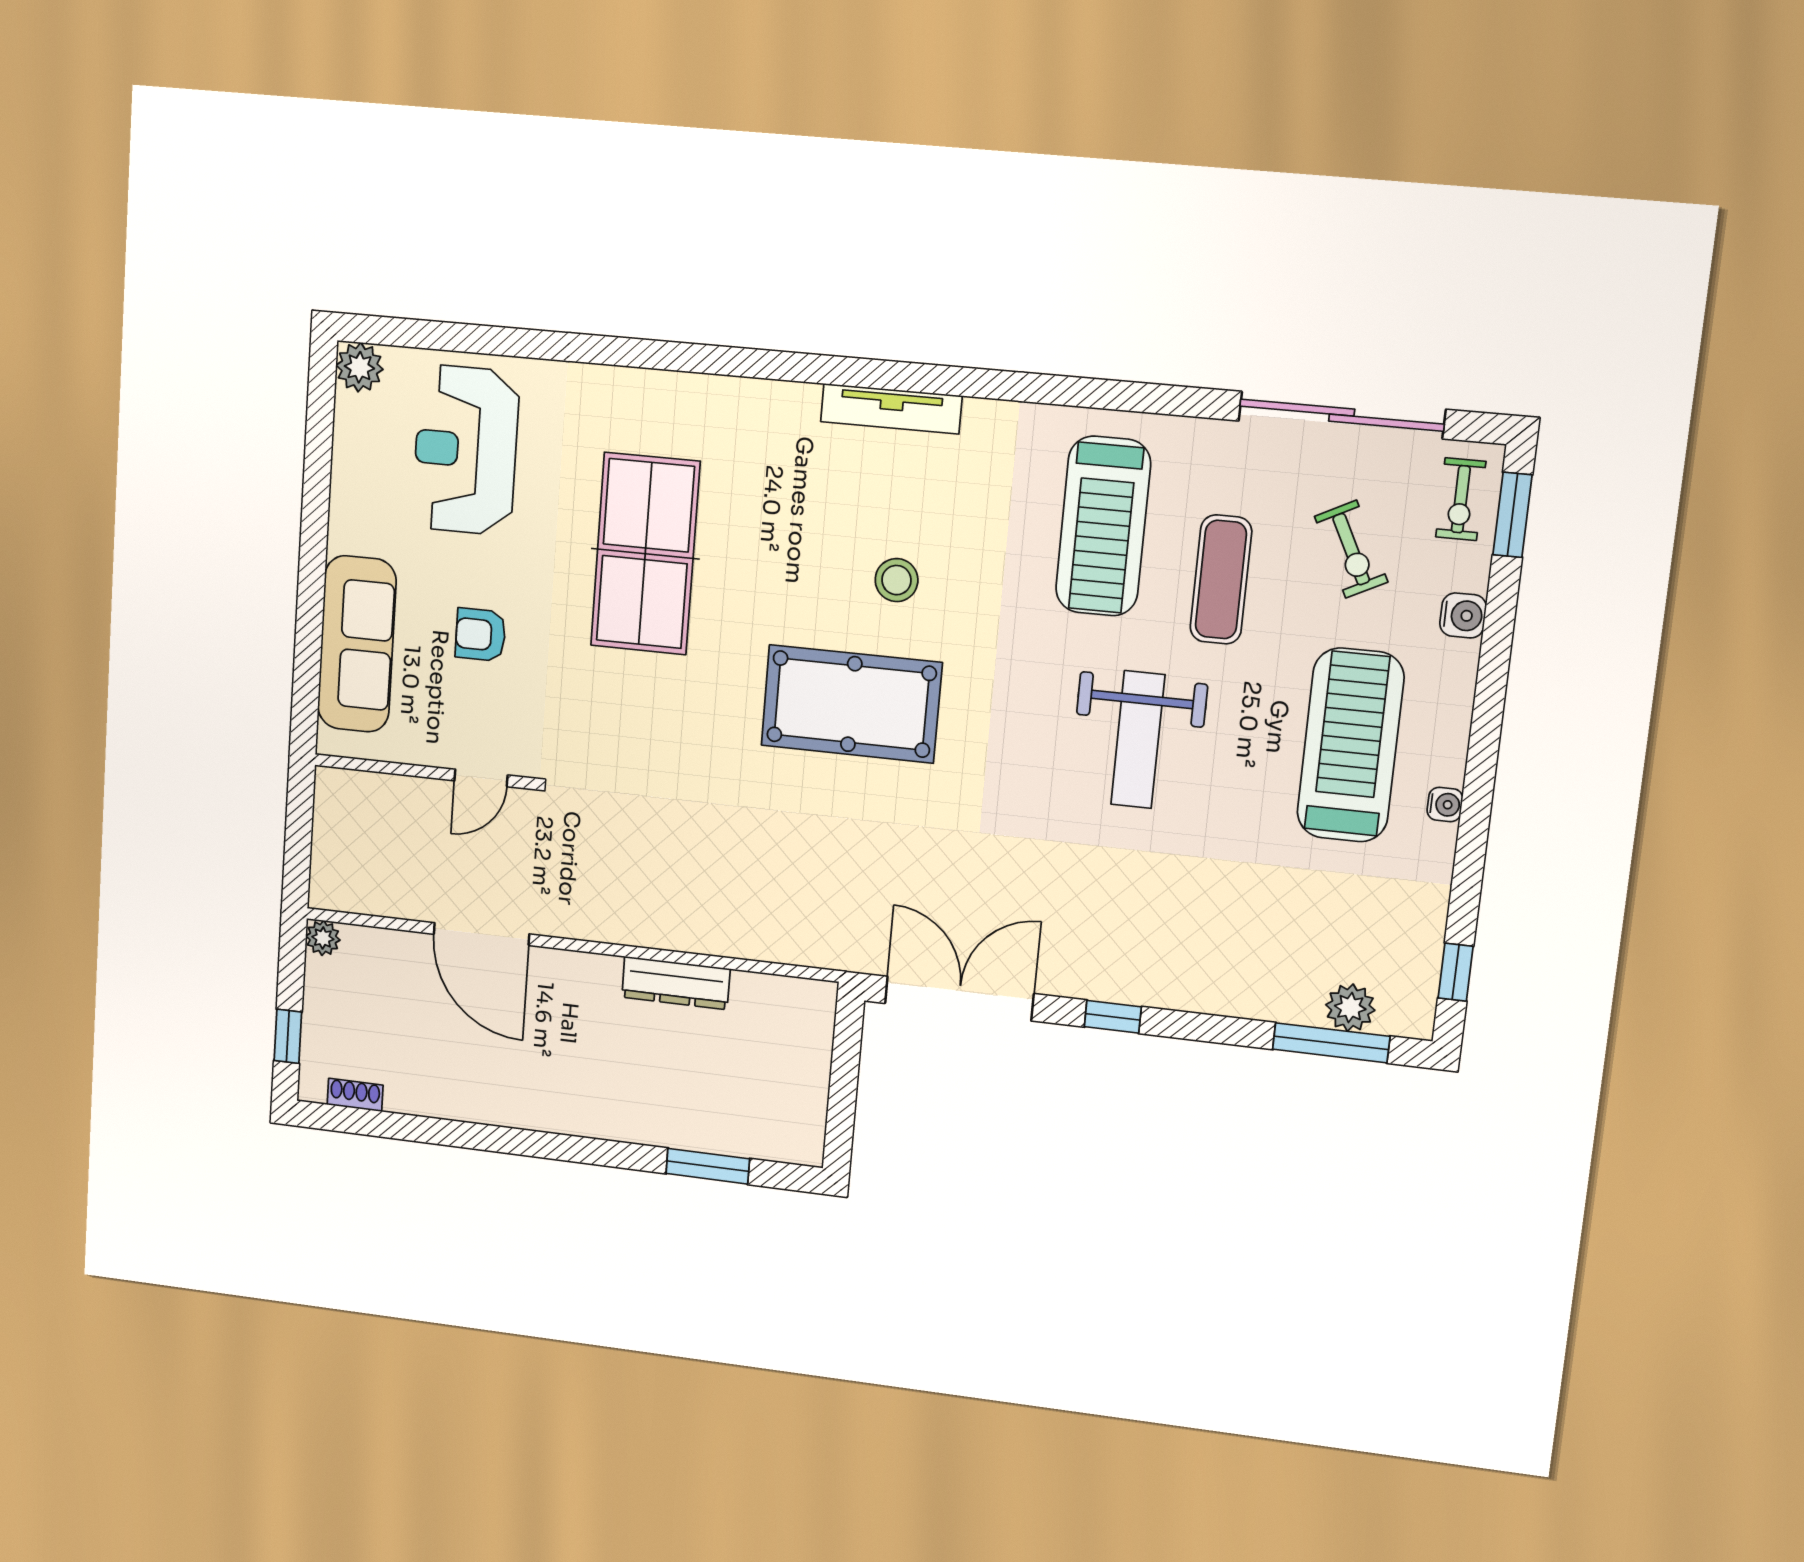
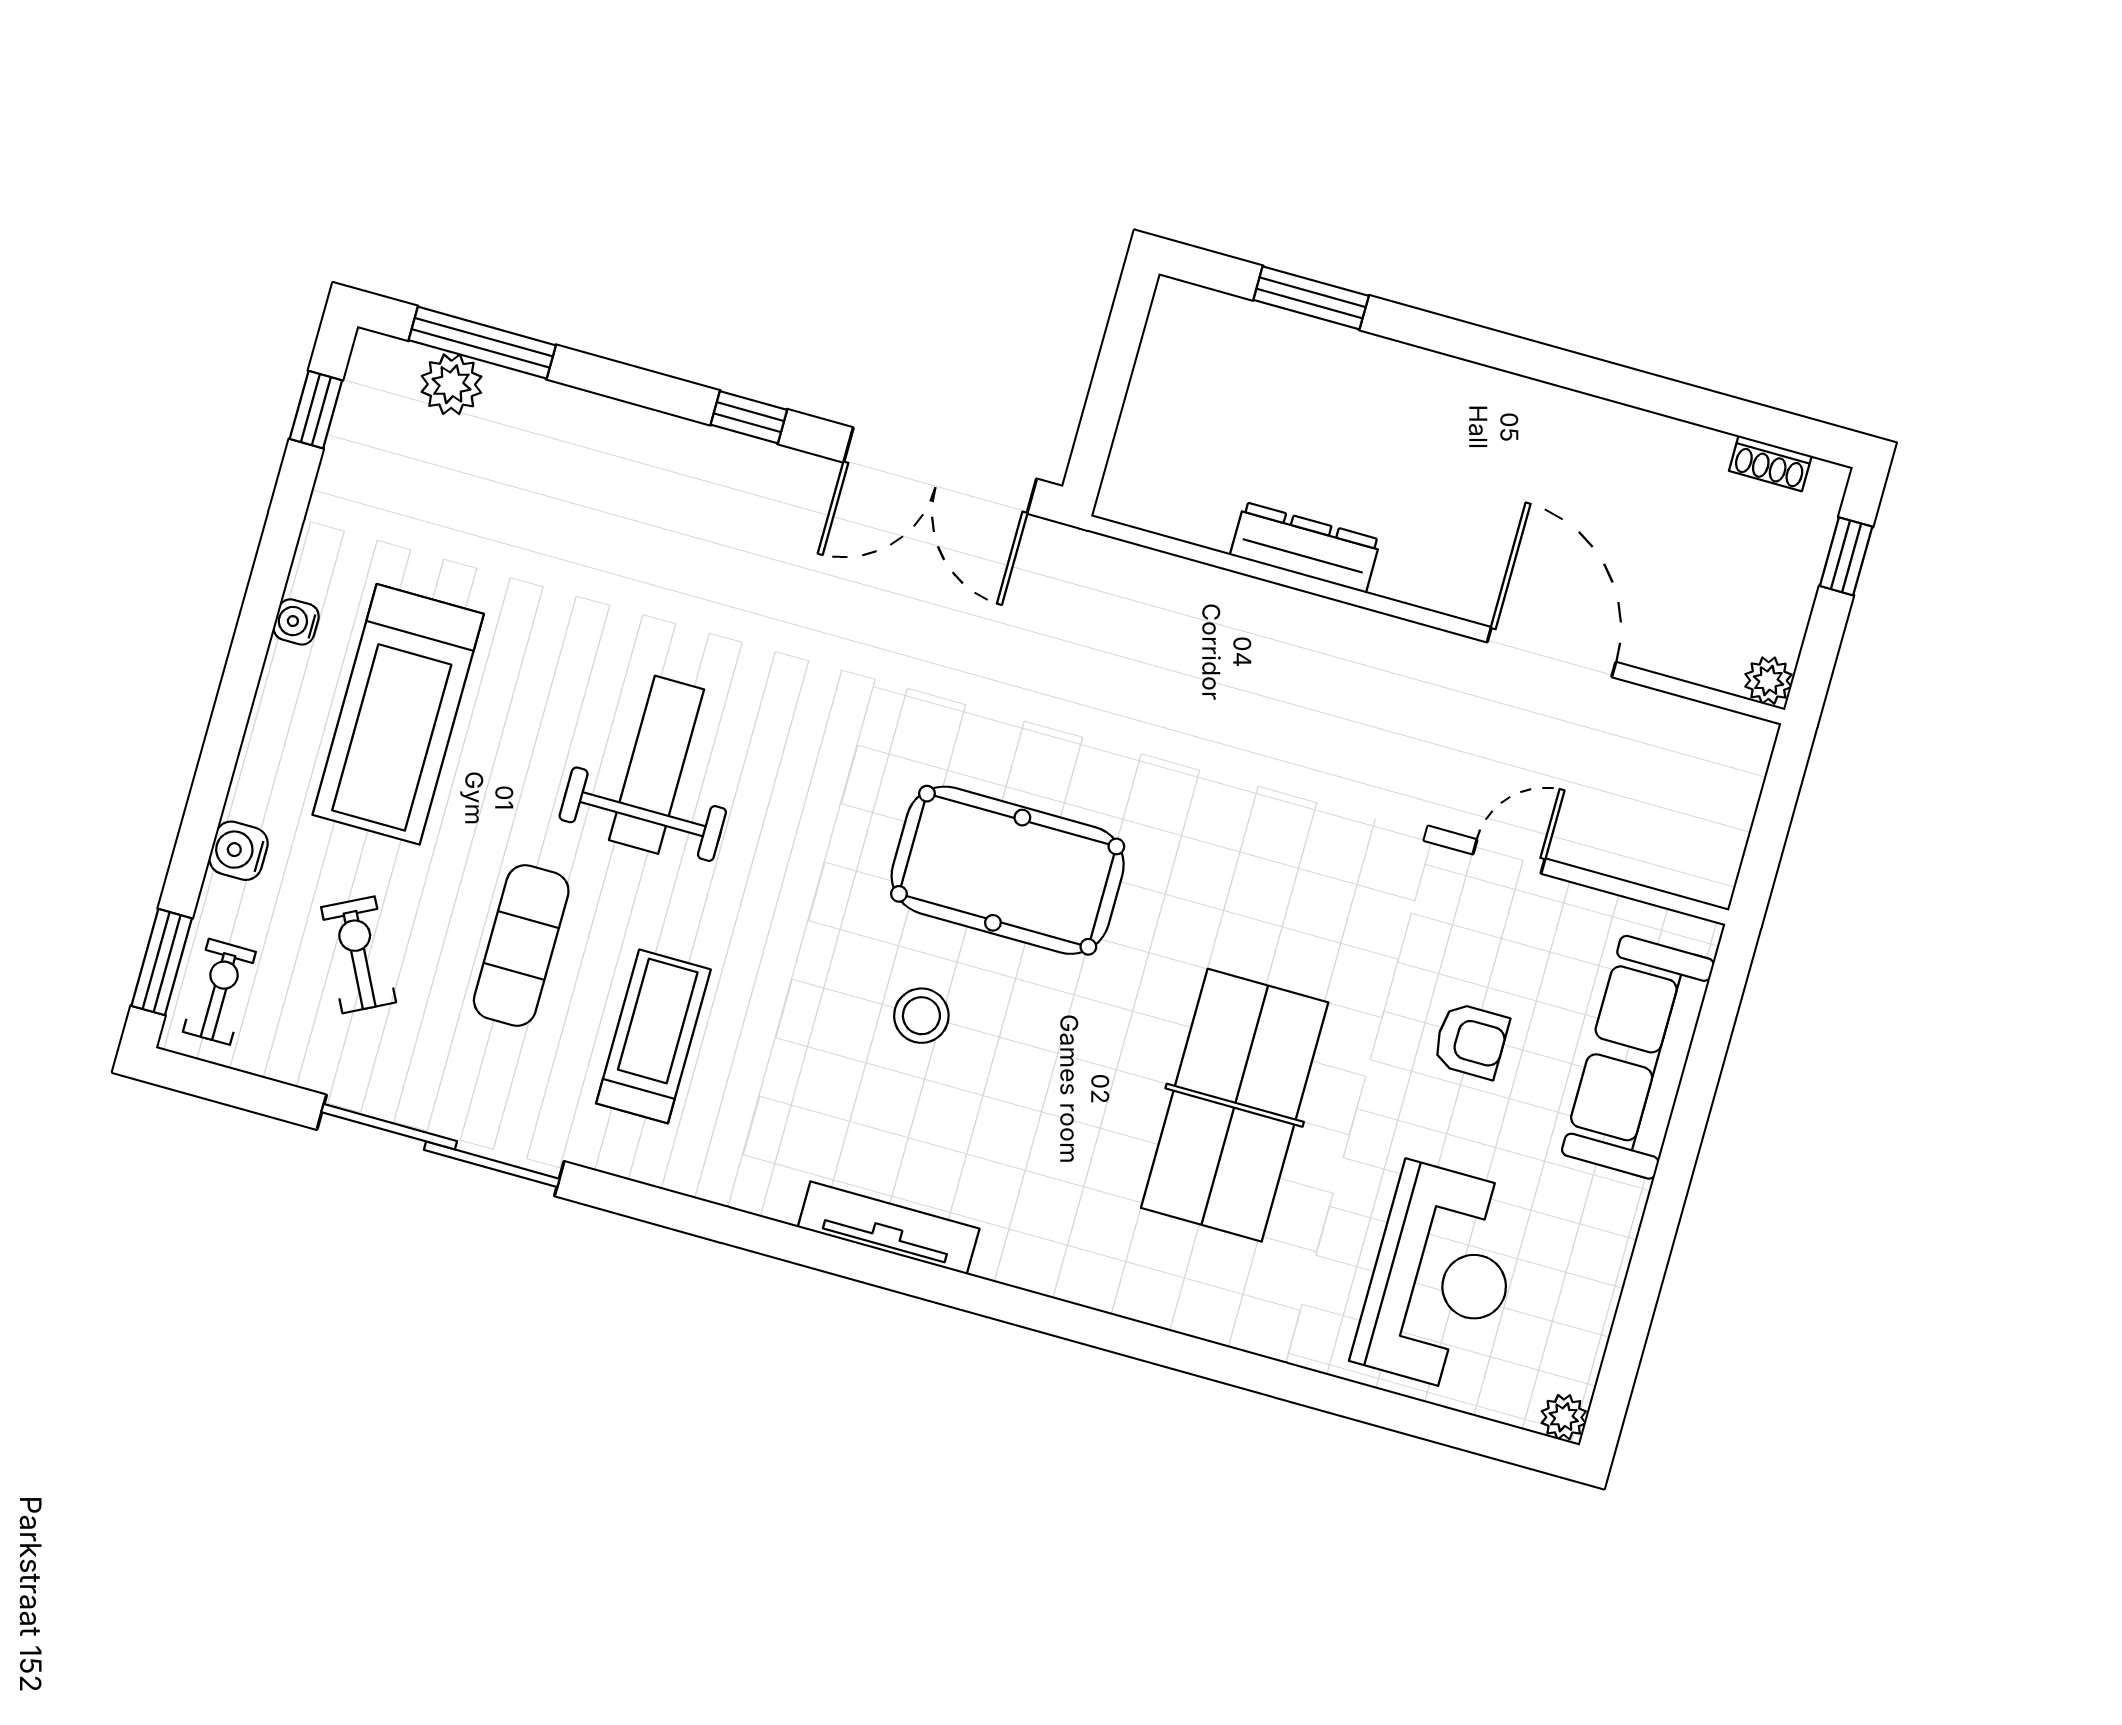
plant: (359, 367) -> (1564, 1417), width x0.73, depth x0.73
sliding door: (1342, 415) -> (440, 1145), moved
treadmill: (1103, 526) -> (653, 1036), width x0.73, depth x0.73

